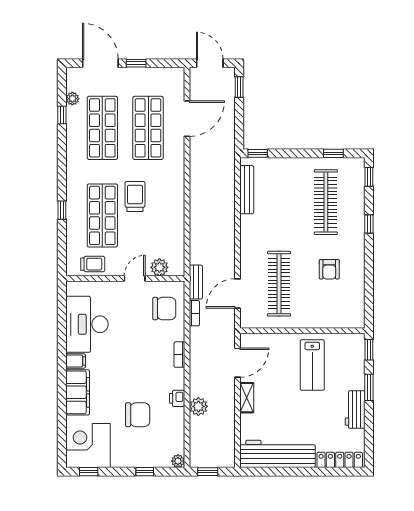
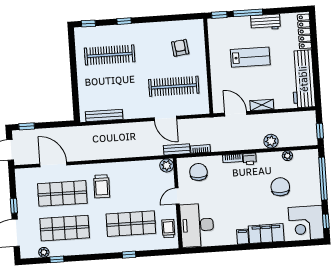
window: (258, 153) -> (76, 109), removed
window: (333, 153) -> (72, 52), removed
trolley: (135, 197) -> (102, 186), moved, turned -89
plant: (159, 267) -> (167, 165), moved
armchair: (329, 269) -> (180, 48), moved, turned -97
door: (135, 278) -> (177, 196), hinge flipped
door: (238, 293) -> (165, 118), moved
desk: (87, 324) -> (197, 225), moved, turned 90
lab bench: (312, 365) -> (250, 57), moved
window: (369, 387) -> (248, 13), width x1.44
printer: (177, 398) -> (250, 159), moved
plant: (178, 461) -> (287, 156), moved
window: (145, 472) -> (323, 179), width x3.17

